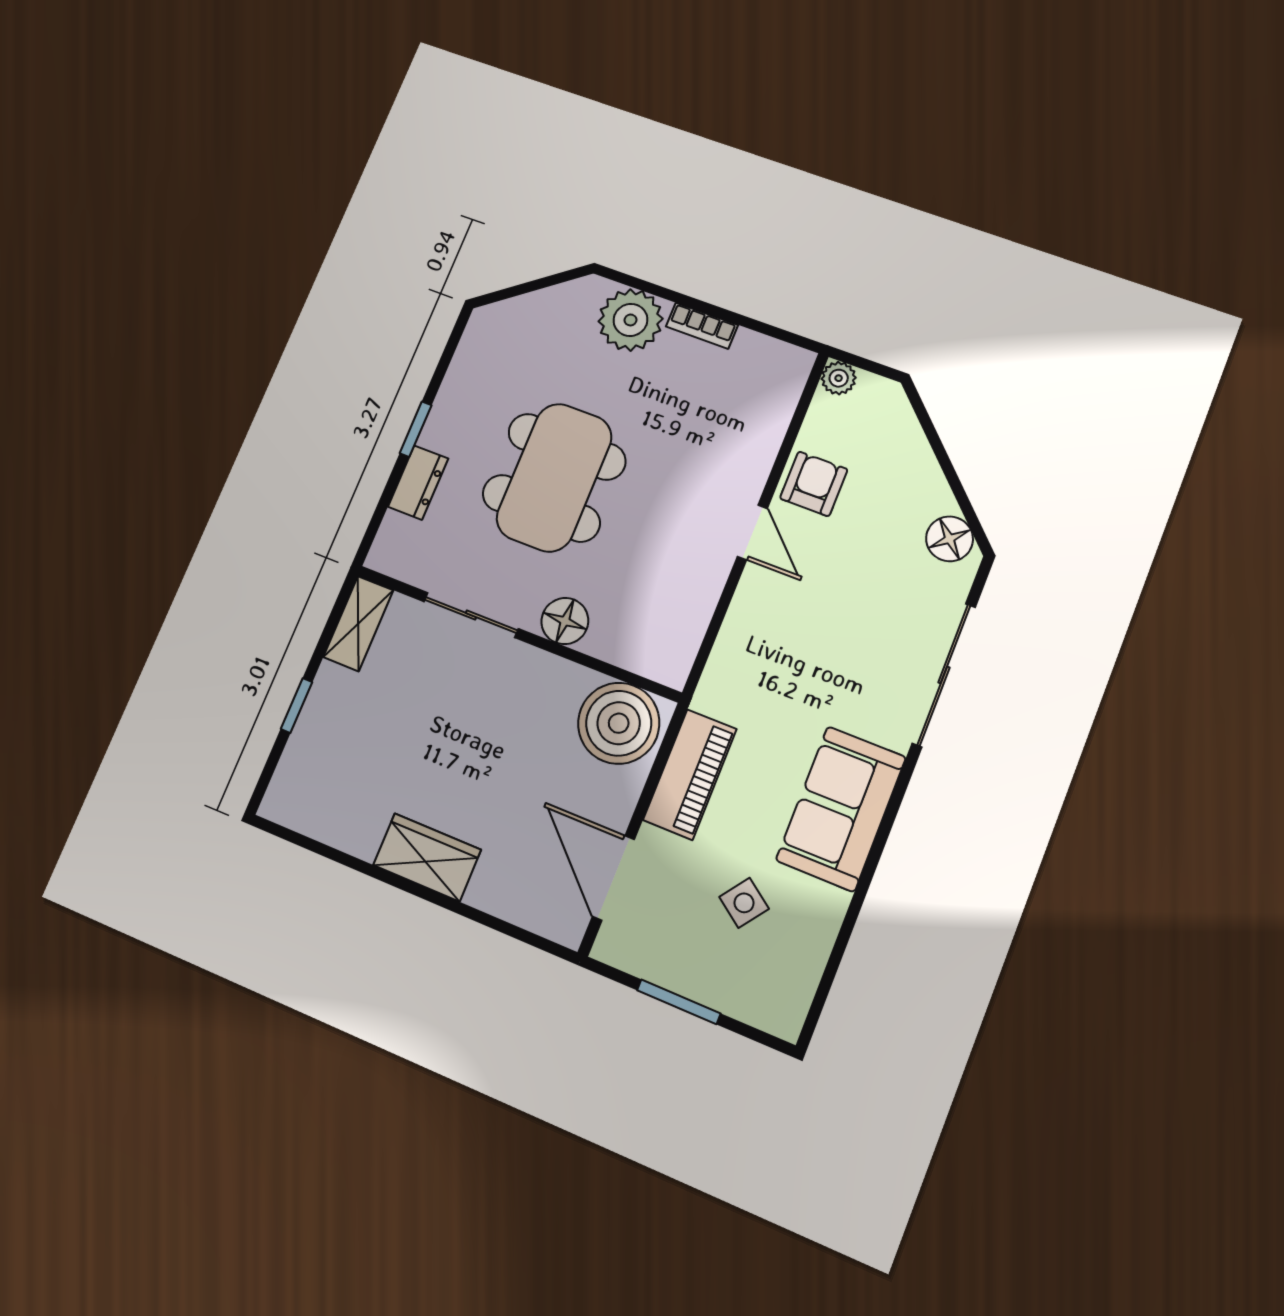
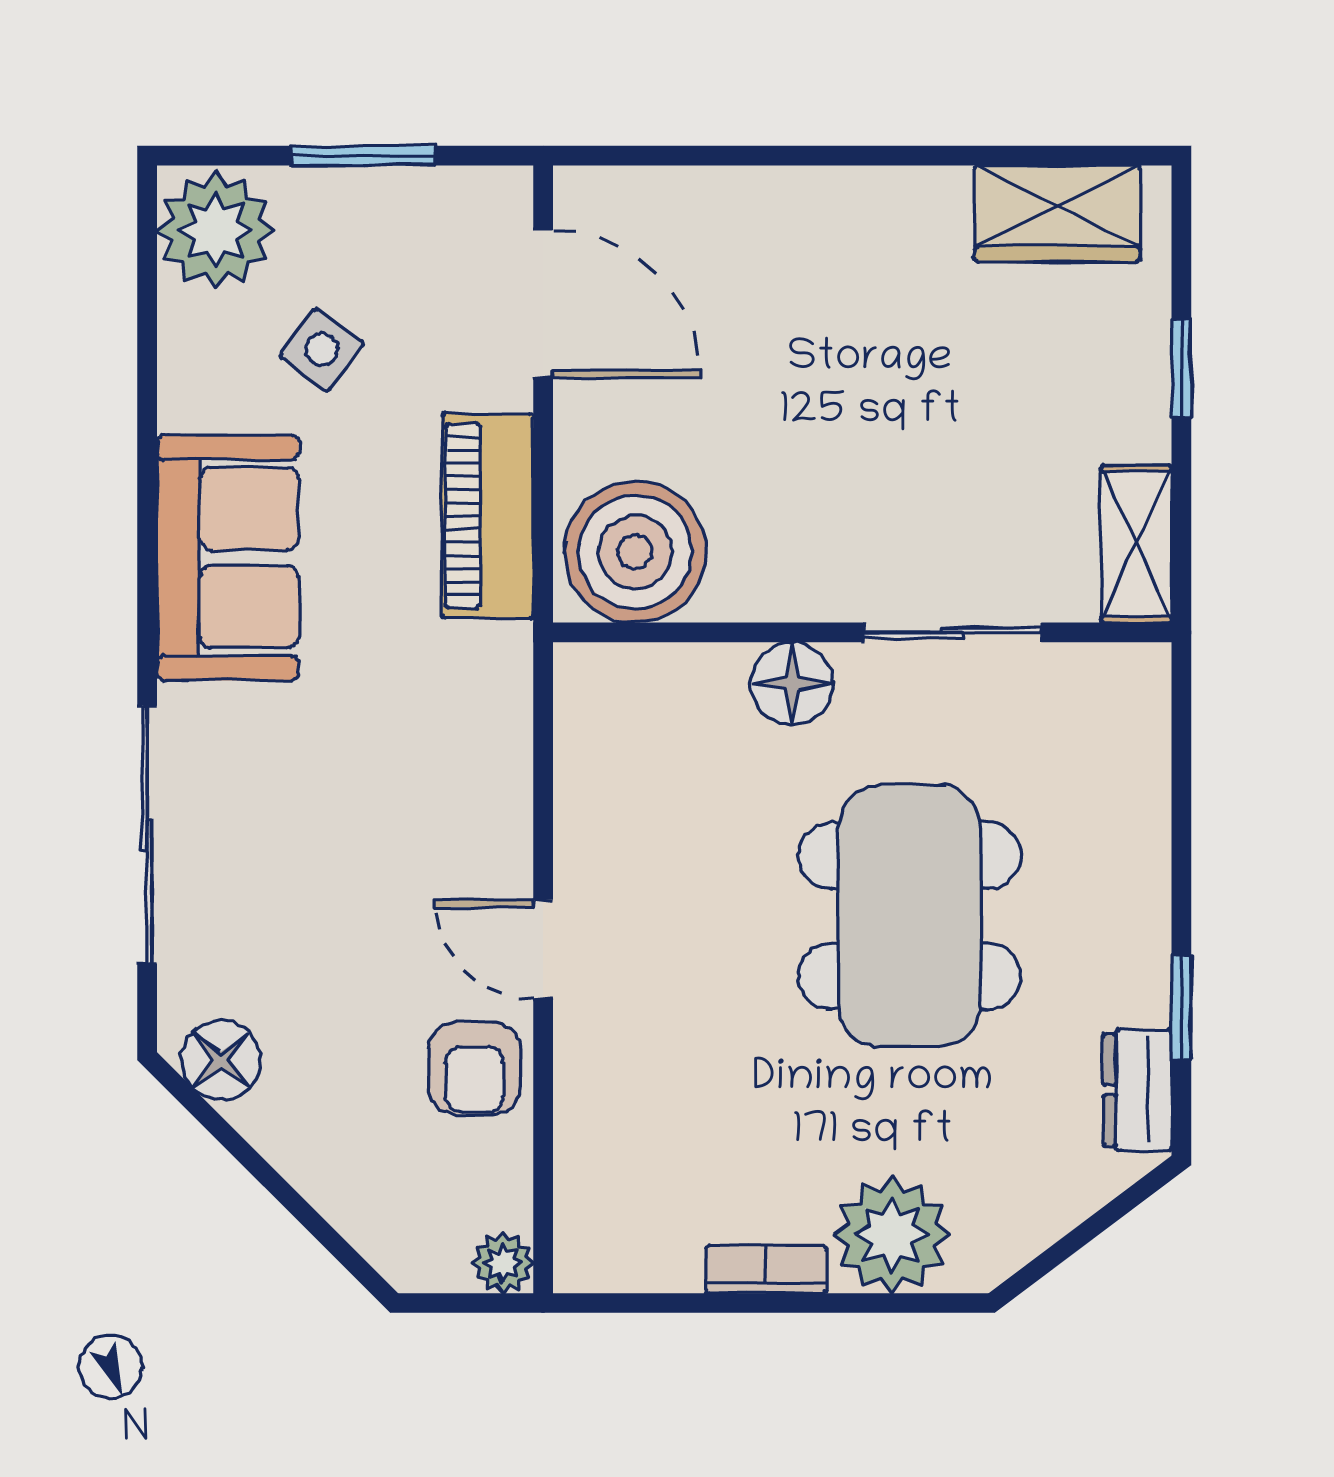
window: (416, 429) -> (1181, 1008), moved
dresser: (418, 483) -> (1138, 1090), moved
wardrobe: (427, 857) -> (1057, 213), moved
plant: (777, 994) -> (216, 230), added

